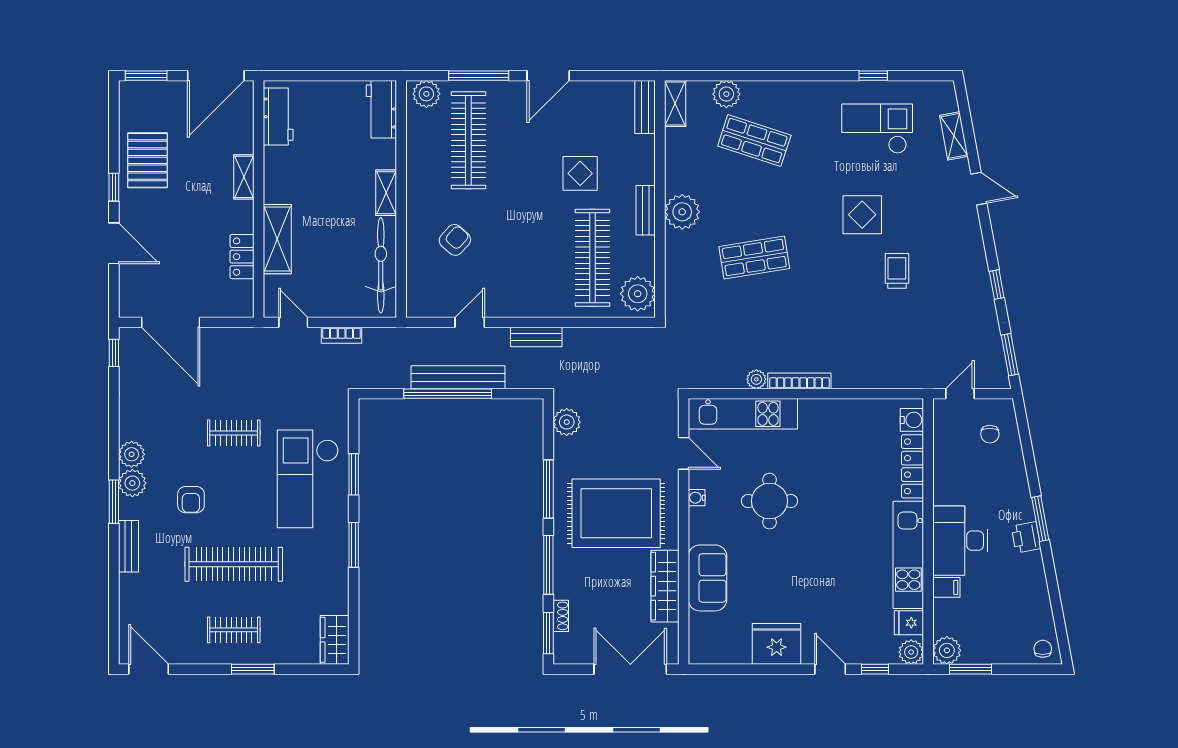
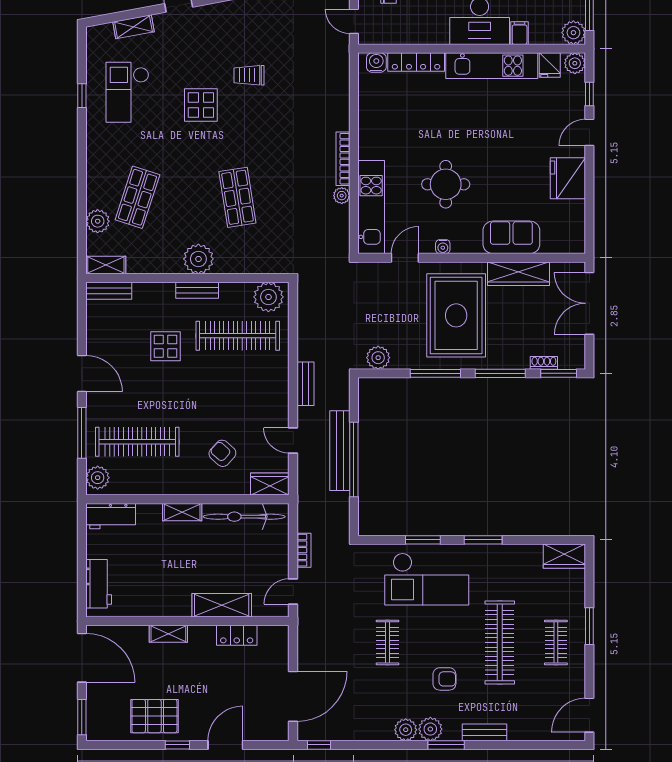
workbench: (278, 116) -> (99, 584), moved, turned 90
wardrobe: (419, 295) -> (270, 484), added

